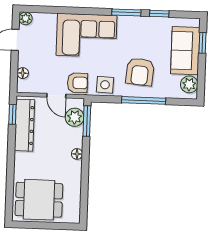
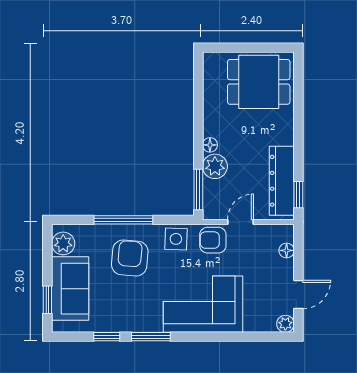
door: (56, 96) -> (240, 222), hinge flipped
plant: (75, 117) -> (215, 166), moved

